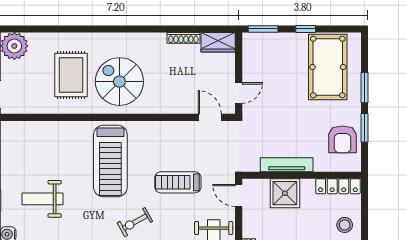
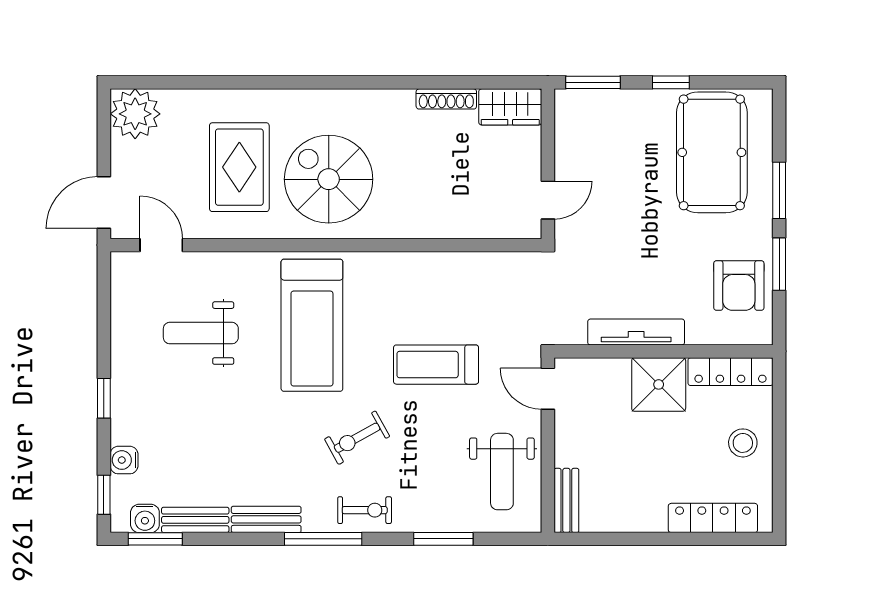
door: (210, 117) -> (161, 245), moved
shower: (285, 193) -> (659, 384), moved
weight bench: (42, 199) -> (201, 333), moved

